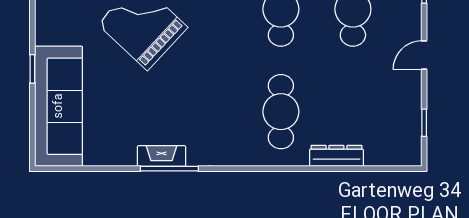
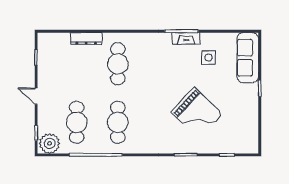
door: (424, 55) -> (36, 96), swing flipped
sofa: (59, 106) -> (248, 58), width x0.74, depth x0.79
side table: (122, 123) -> (209, 58), added

